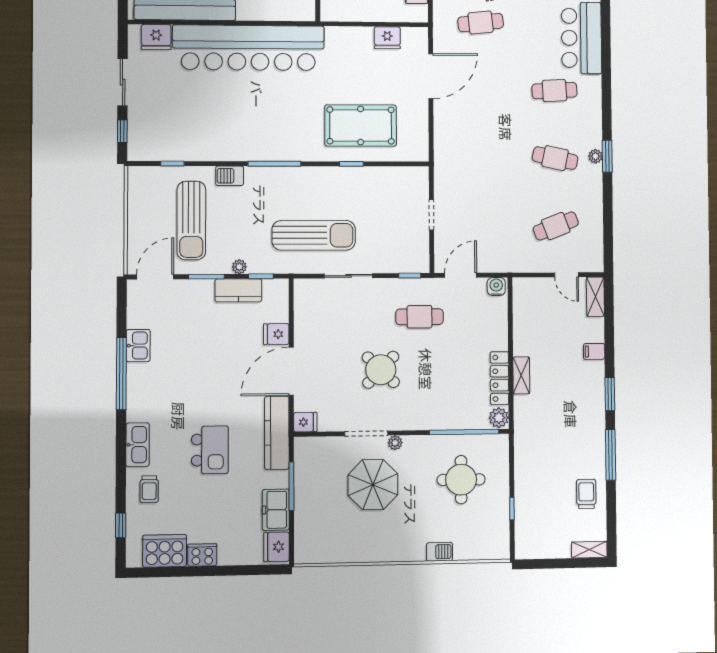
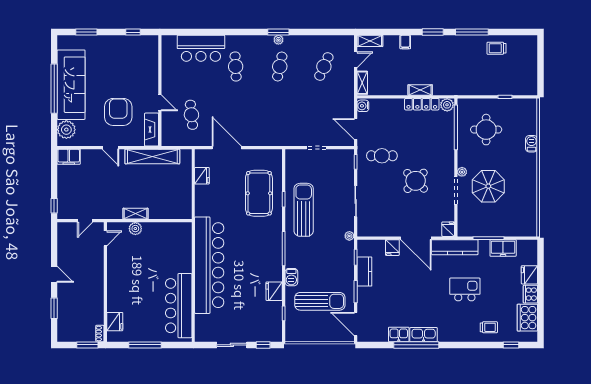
fridge: (156, 37) -> (274, 291), moved, turned 180
cafe table: (556, 226) -> (324, 66), turned 45
sun lounger: (314, 235) -> (304, 210), moved
plant: (239, 267) -> (349, 236), moved
cafe table: (420, 317) -> (382, 156), turned 90
kitchen sink: (138, 445) -> (424, 335), moved
fridge: (276, 547) -> (529, 275), moved, turned 90
shelving: (589, 550) -> (362, 83), moved

